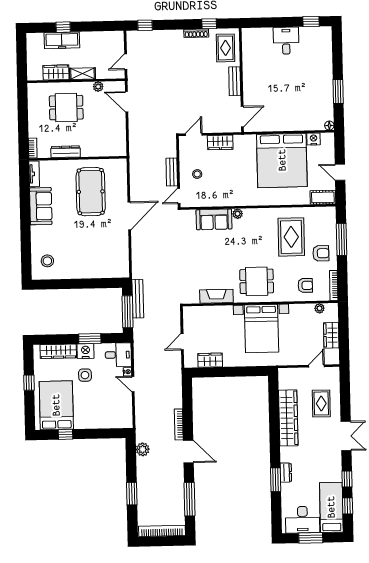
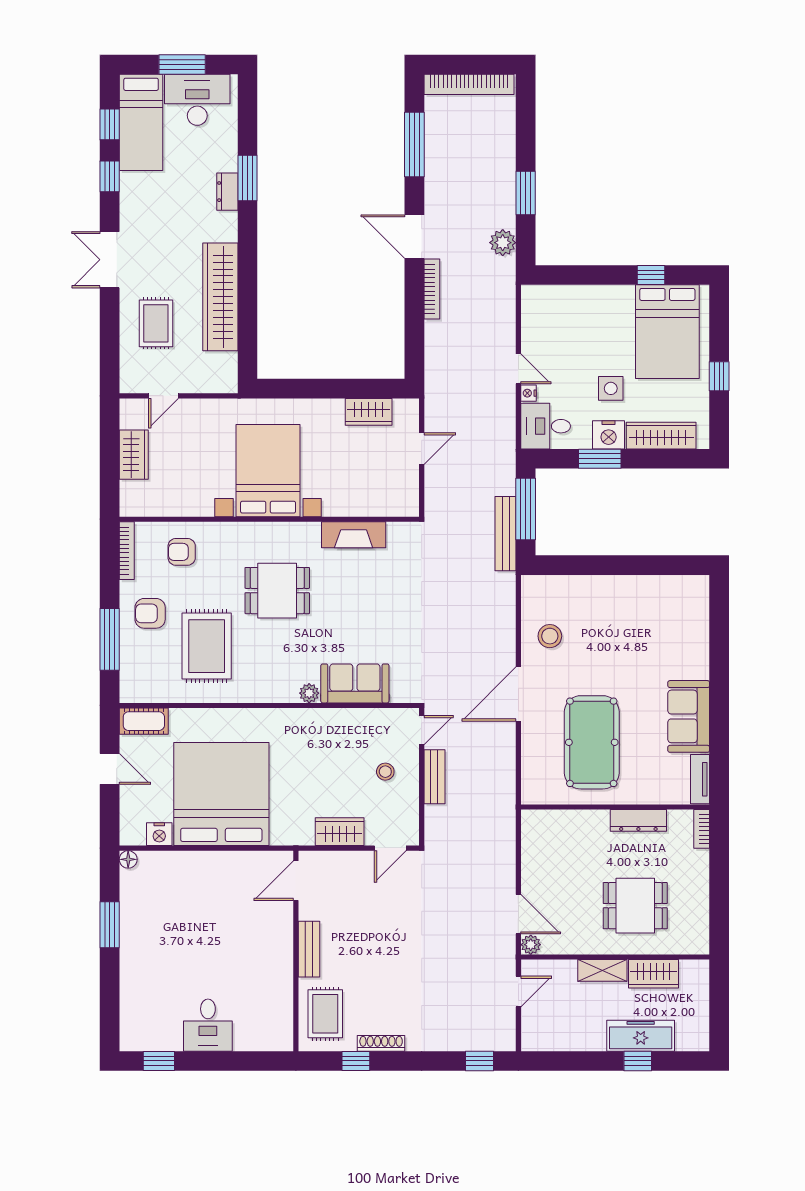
plant: (98, 87) -> (531, 945), moved
stool: (47, 261) -> (550, 636), moved
dining table: (257, 281) -> (277, 591), moved
plant: (319, 308) -> (155, 507), removed
window: (132, 494) -> (526, 193), moved

